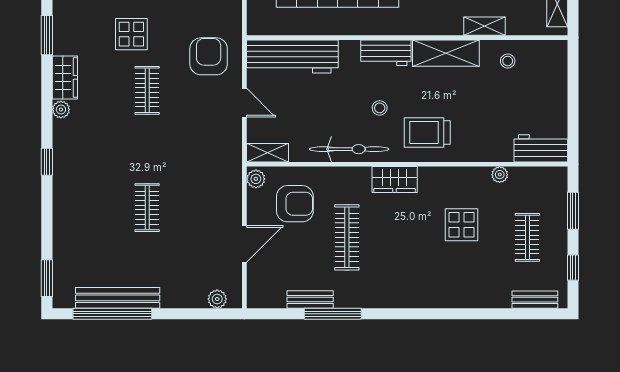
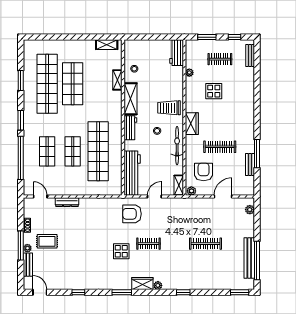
trolley: (427, 132) -> (169, 108), turned 90
clothes rail: (147, 208) -> (205, 244), width x1.36
door: (244, 244) -> (223, 196), hinge flipped

